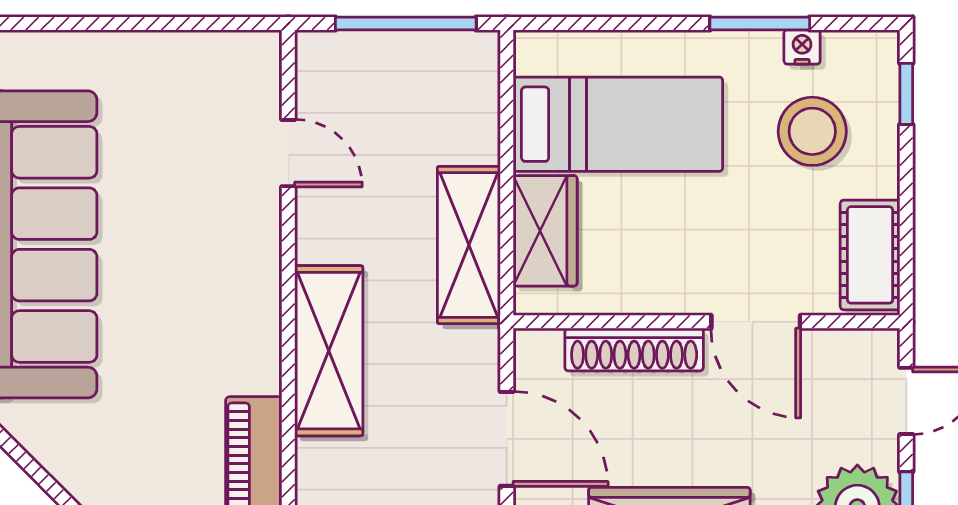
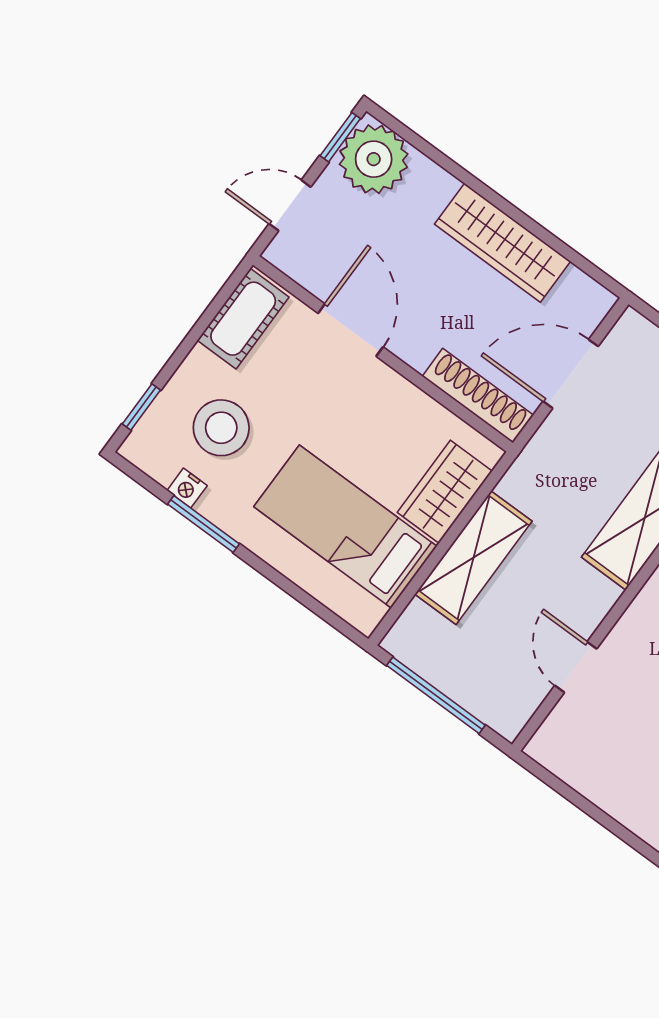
shelving: (469, 245) -> (473, 558), moved
shoe rack: (634, 350) -> (478, 396), moved
door: (507, 439) -> (571, 374), hinge flipped

